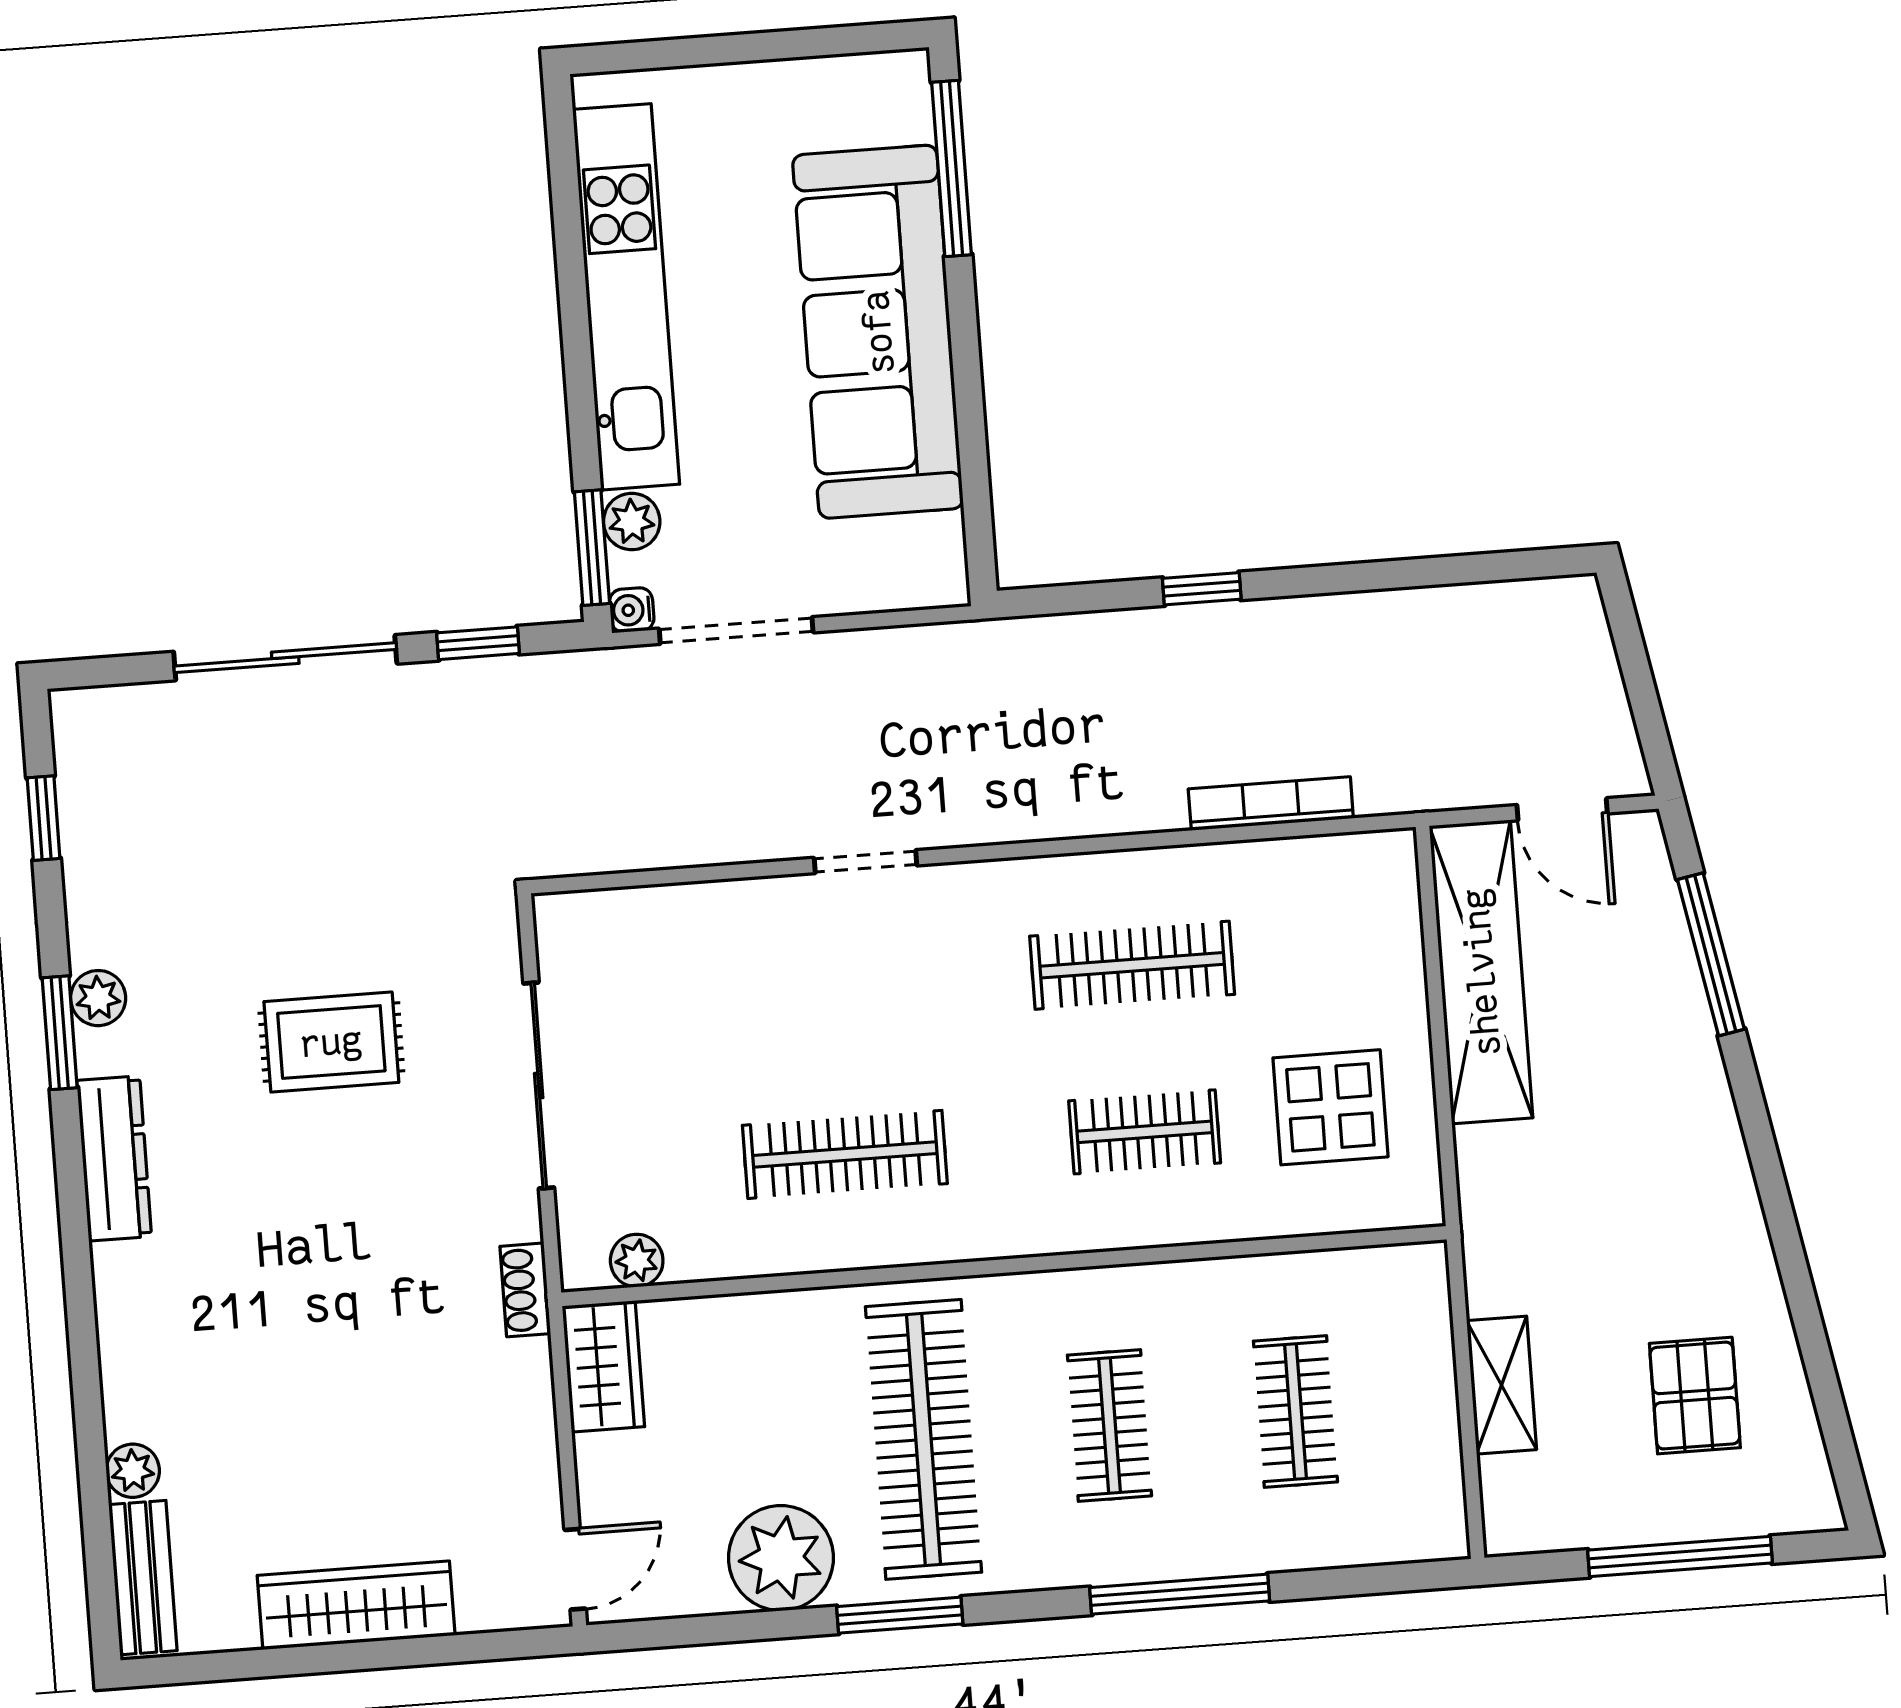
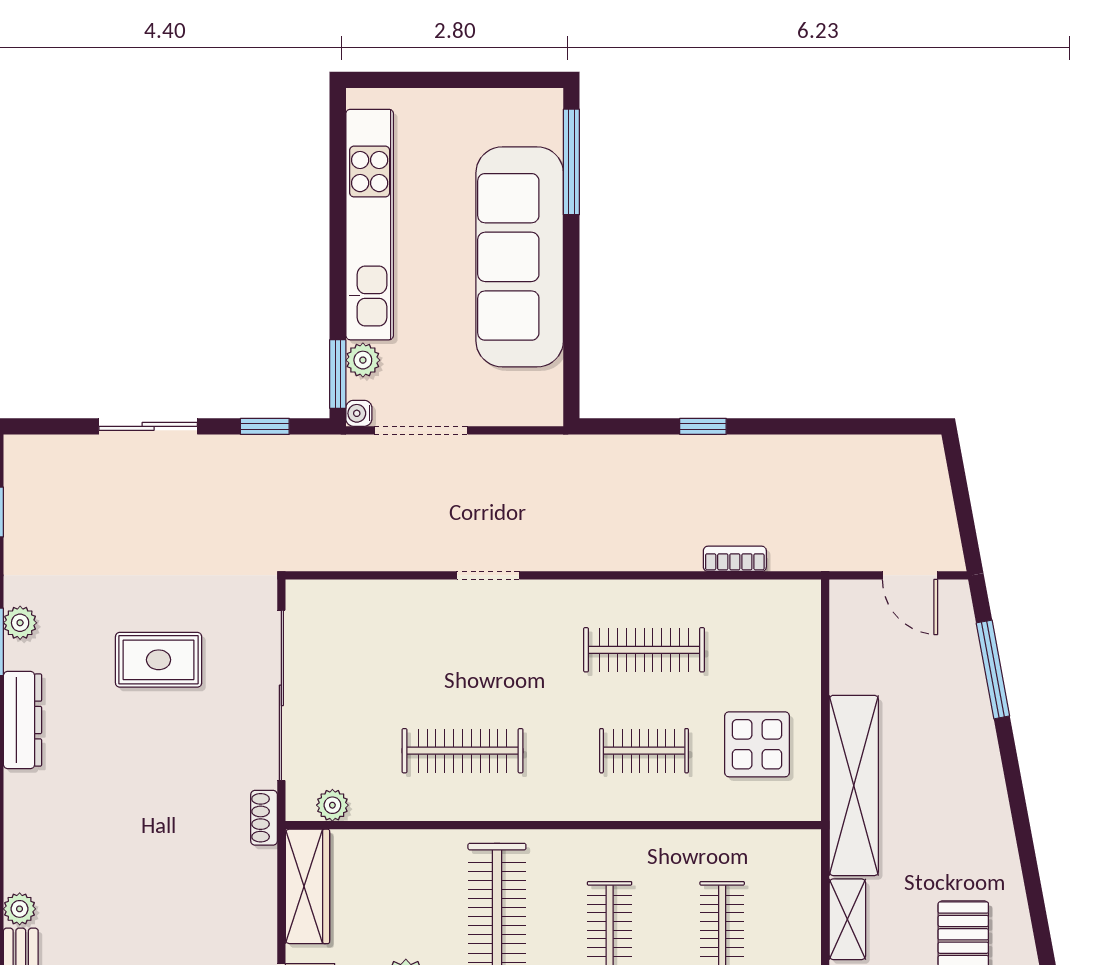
sliding door: (285, 658) -> (148, 426), width x0.73
bookcase: (1271, 804) -> (735, 559), width x0.64
shelving: (1481, 972) -> (854, 785), moved
sliding door: (539, 1086) -> (281, 695), width x1.36
wardrobe: (603, 1366) -> (308, 886), width x1.50

